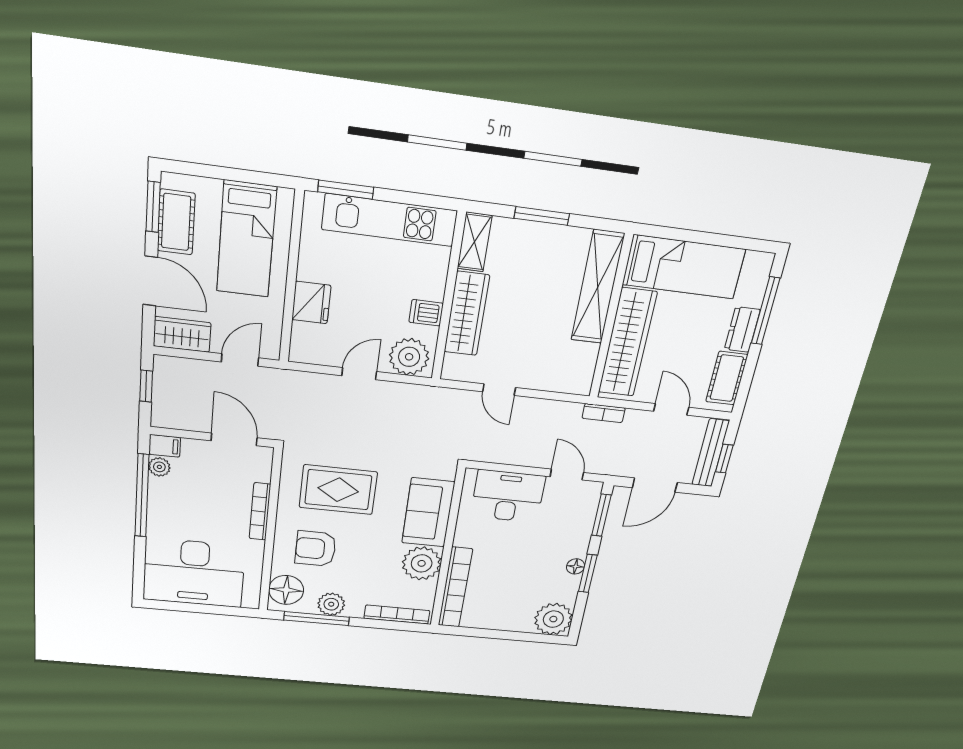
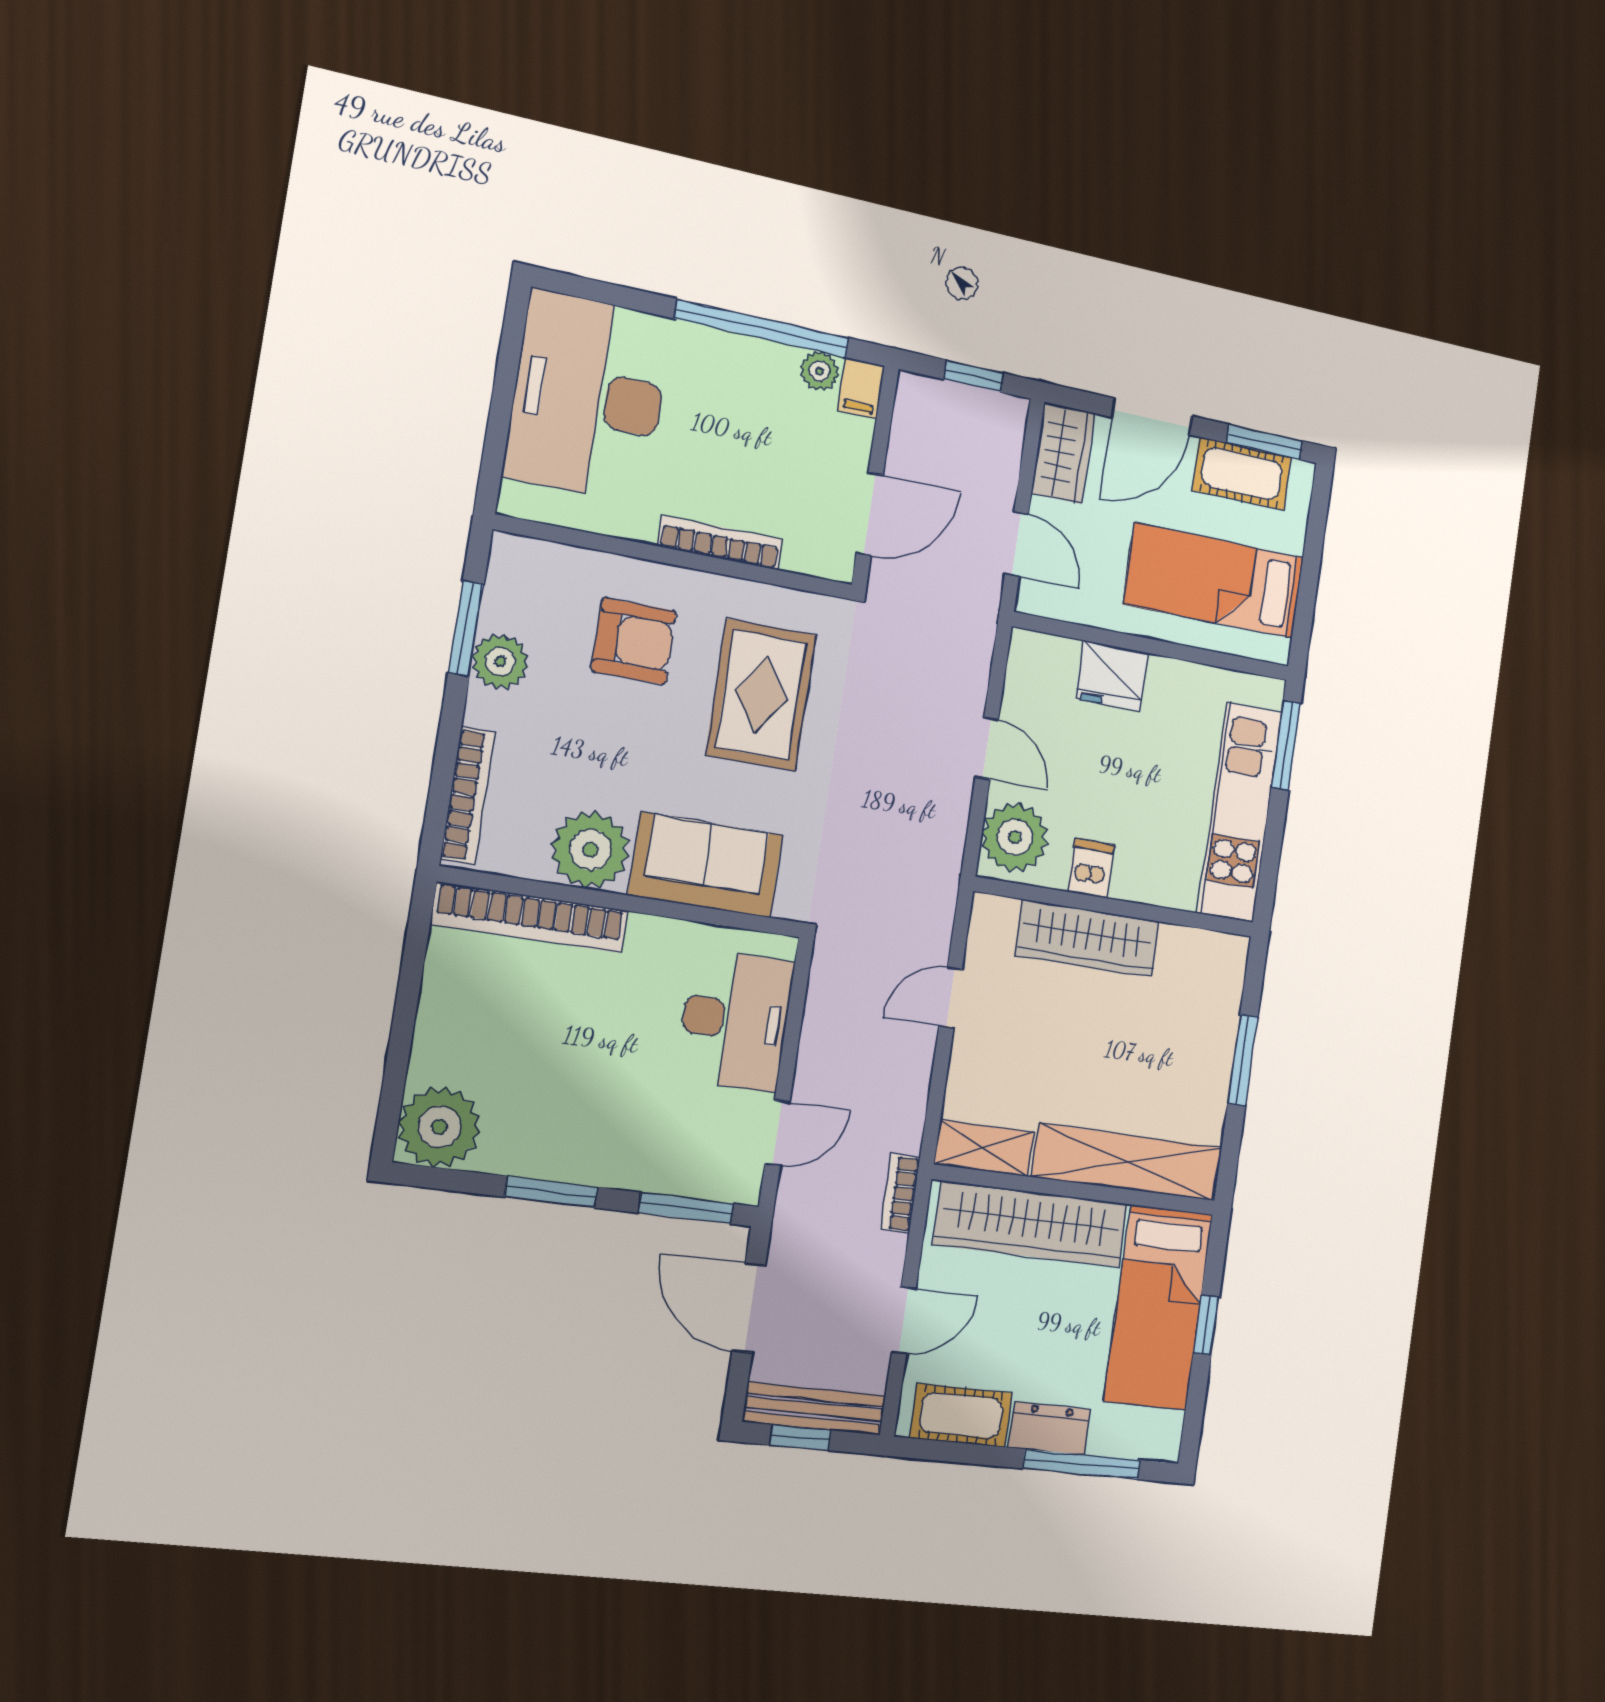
window: (698, 237) -> (1206, 1325), added
shelving: (475, 242) -> (984, 1148), moved
armchair: (316, 549) -> (634, 641), turned 90
floor lamp: (576, 566) -> (569, 1165), removed
floor lamp: (286, 590) -> (540, 574), removed
window: (317, 619) -> (466, 629), width x0.69

